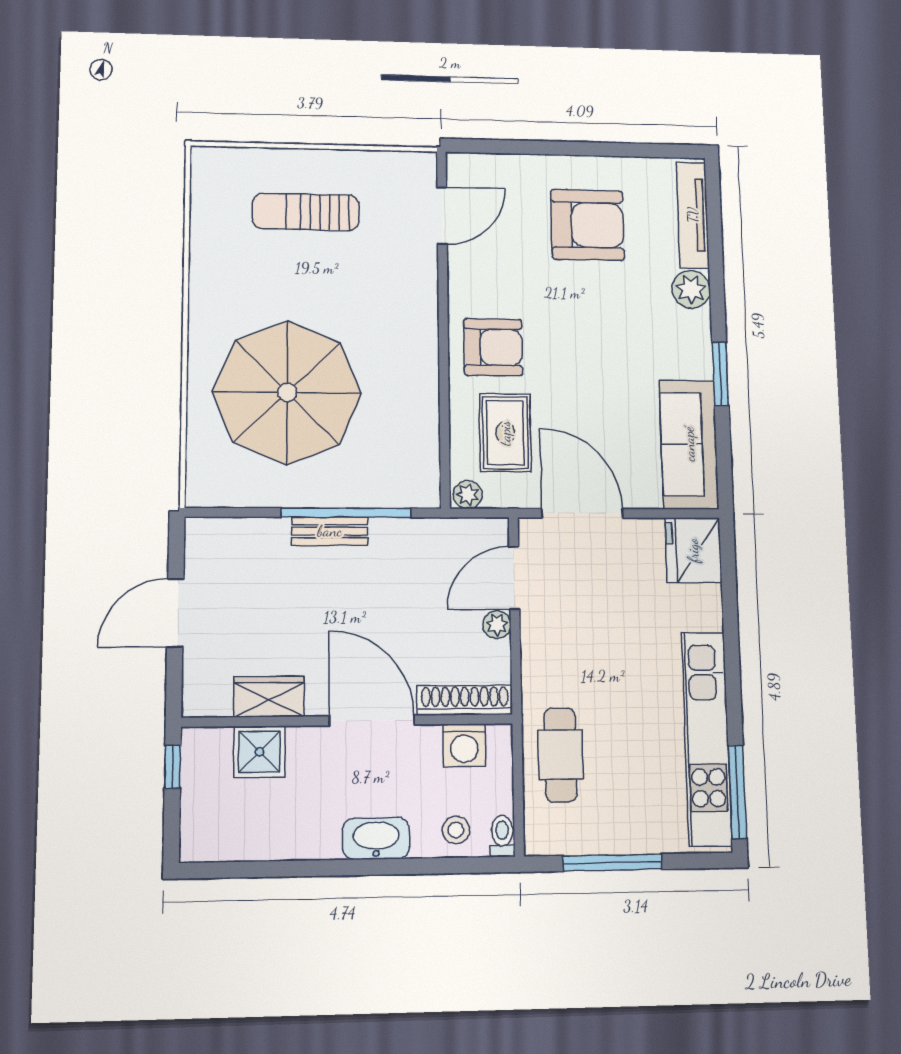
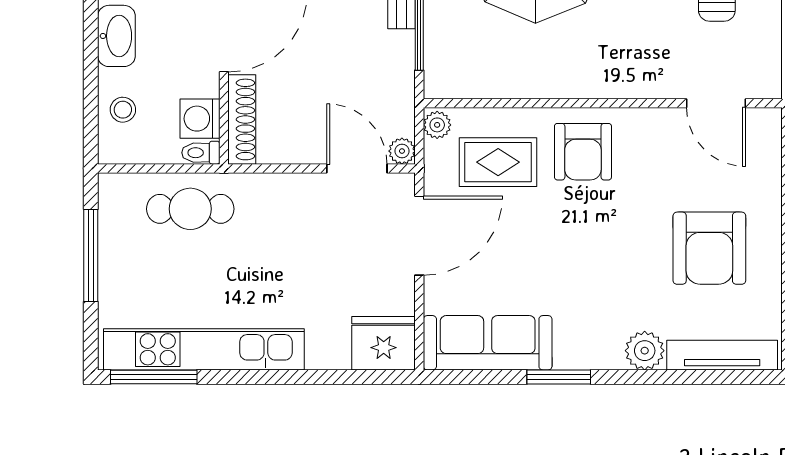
plant: (497, 625) -> (402, 151), moved
toilet: (502, 836) -> (201, 153), moved, turned 180

